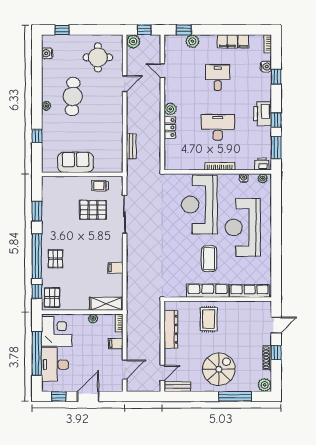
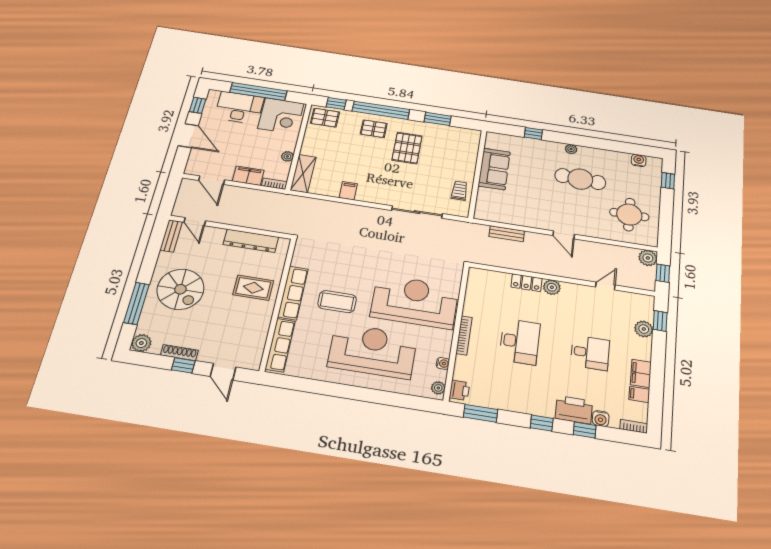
door: (125, 84) -> (564, 235), moved
printer: (263, 114) -> (574, 410), moved
window: (276, 120) -> (542, 423), moved
pallet: (93, 210) -> (407, 148), moved
filing cabinet: (116, 344) -> (248, 176), width x2.00

